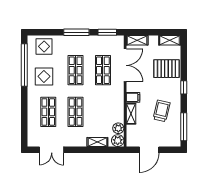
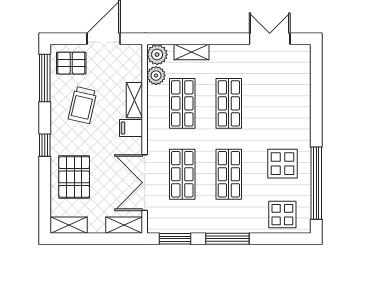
pallet: (166, 69) -> (74, 177), turned 90
shop shelf: (48, 112) -> (182, 103), moved
pallet: (168, 136) -> (71, 63), added

